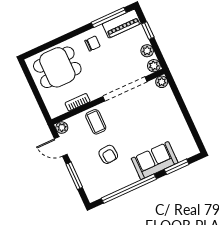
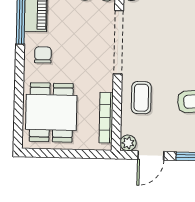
bookcase: (78, 102) -> (106, 118), width x1.56
coffee table: (96, 122) -> (141, 98), turned 90

